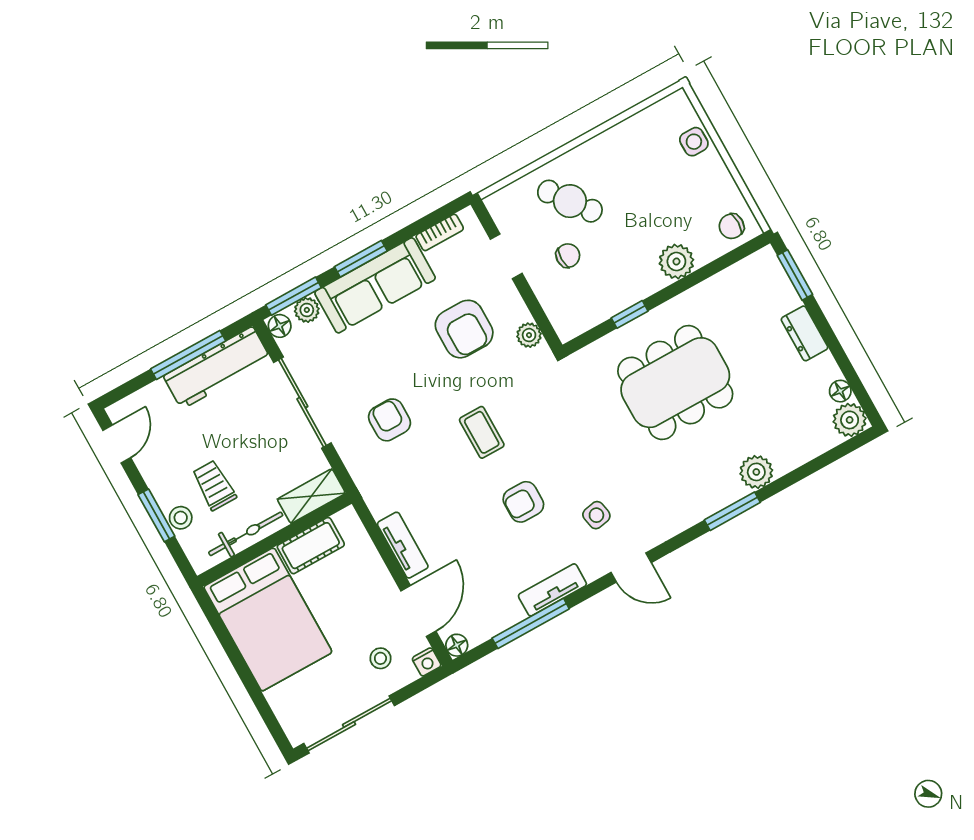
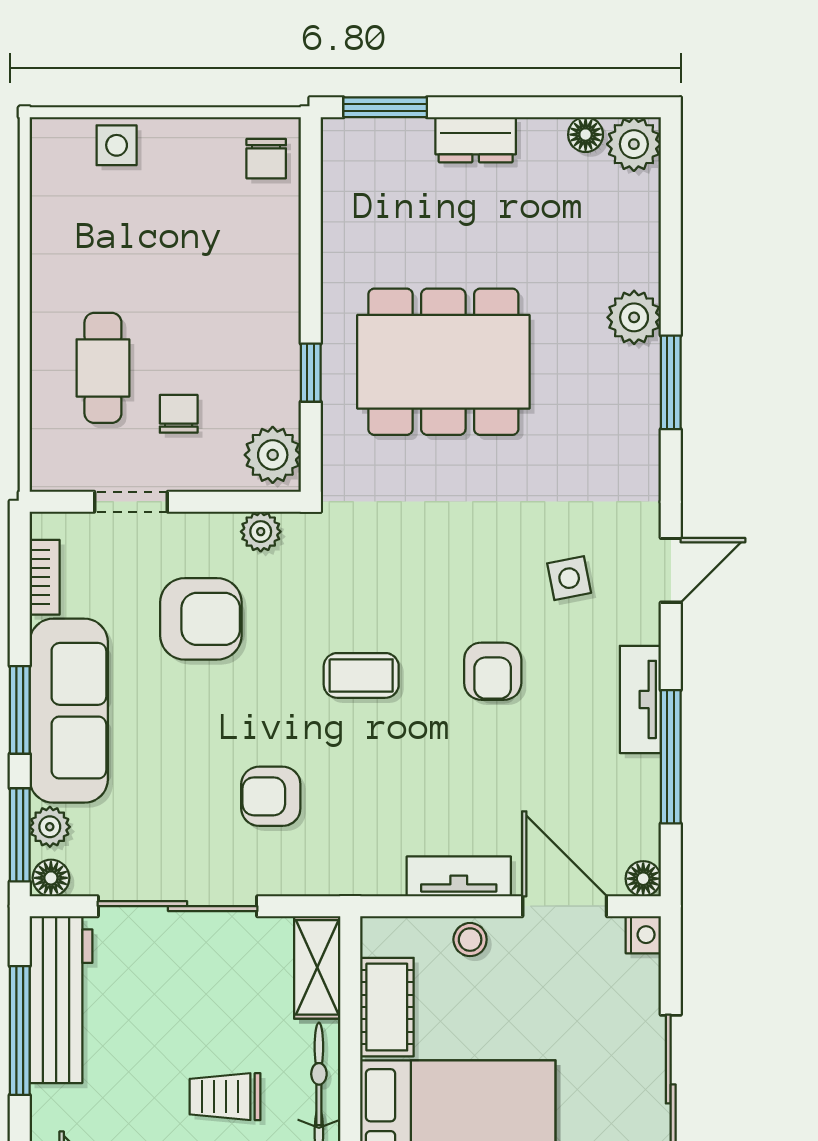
cafe table: (570, 201) -> (103, 368), turned -53
plant: (676, 262) -> (273, 455), moved
dining table: (675, 383) -> (443, 362), turned 90
stool: (380, 658) -> (470, 940), moved

